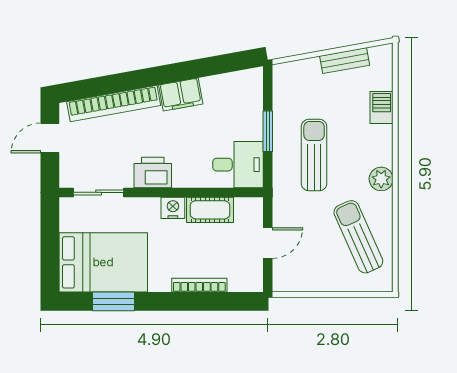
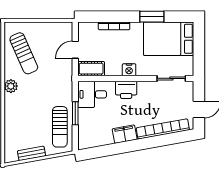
barbecue: (382, 107) -> (11, 127), removed
sun lounger: (314, 155) -> (60, 127), moved
printer: (153, 173) -> (126, 90), moved
cot: (210, 210) -> (91, 69), moved
window: (113, 301) -> (152, 17), moved

